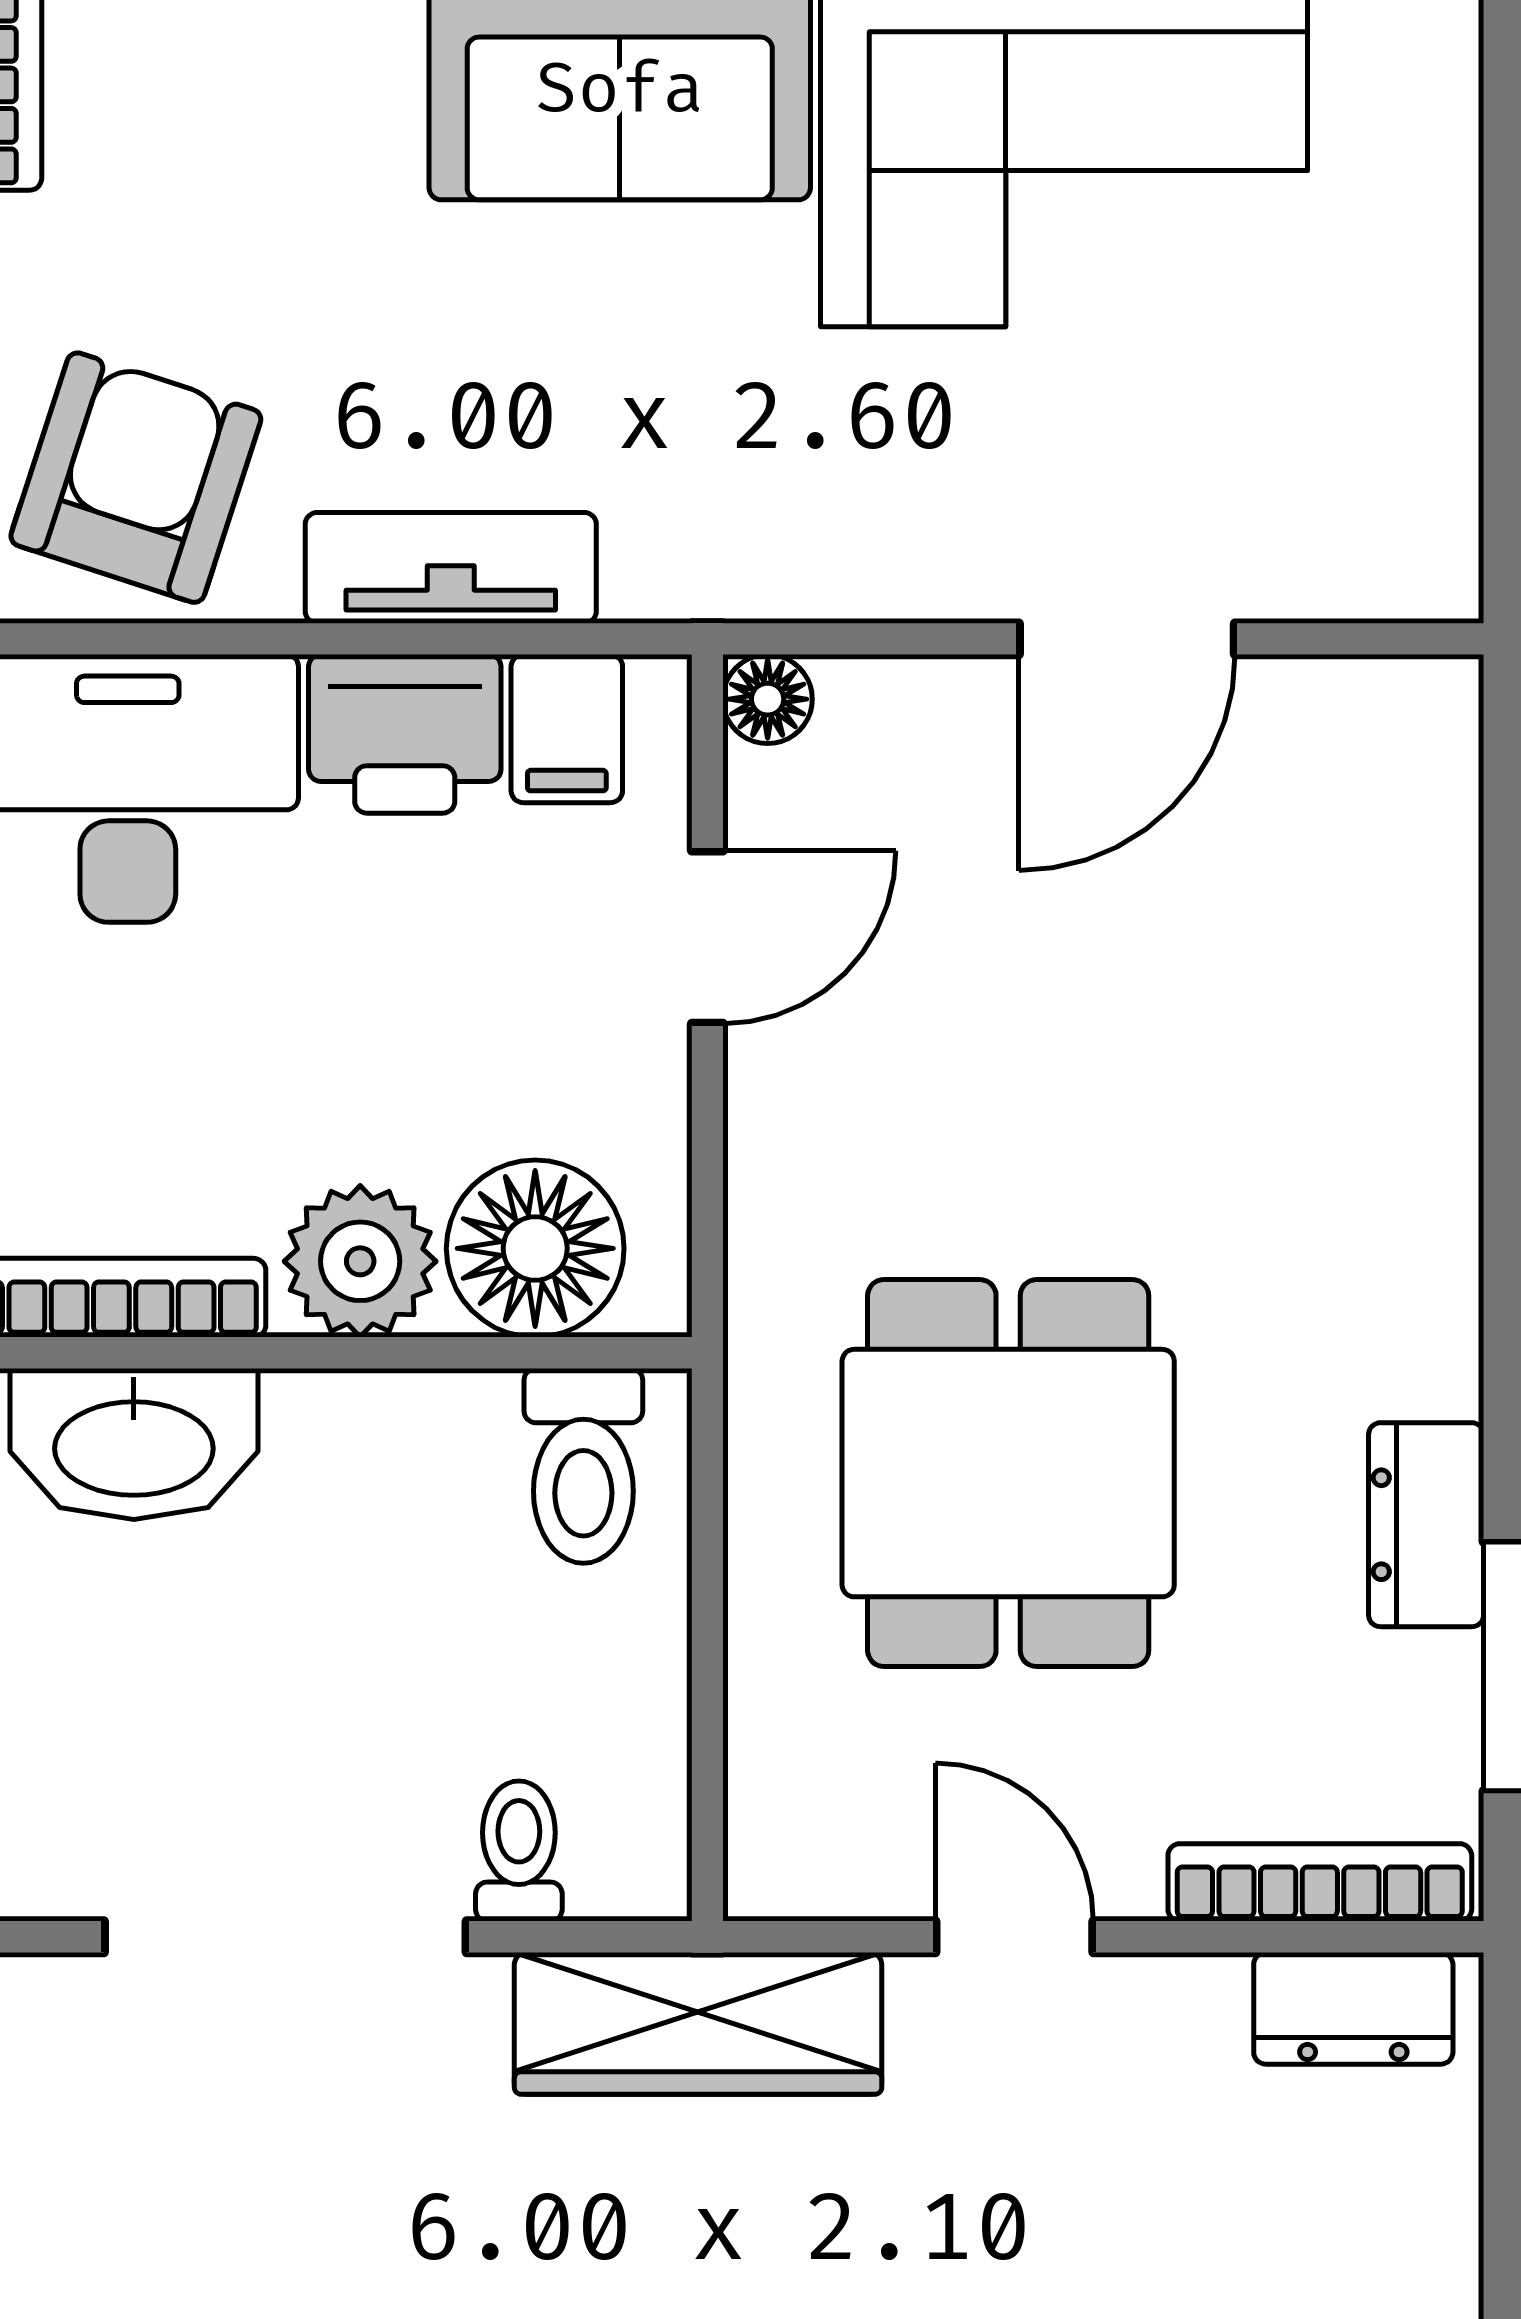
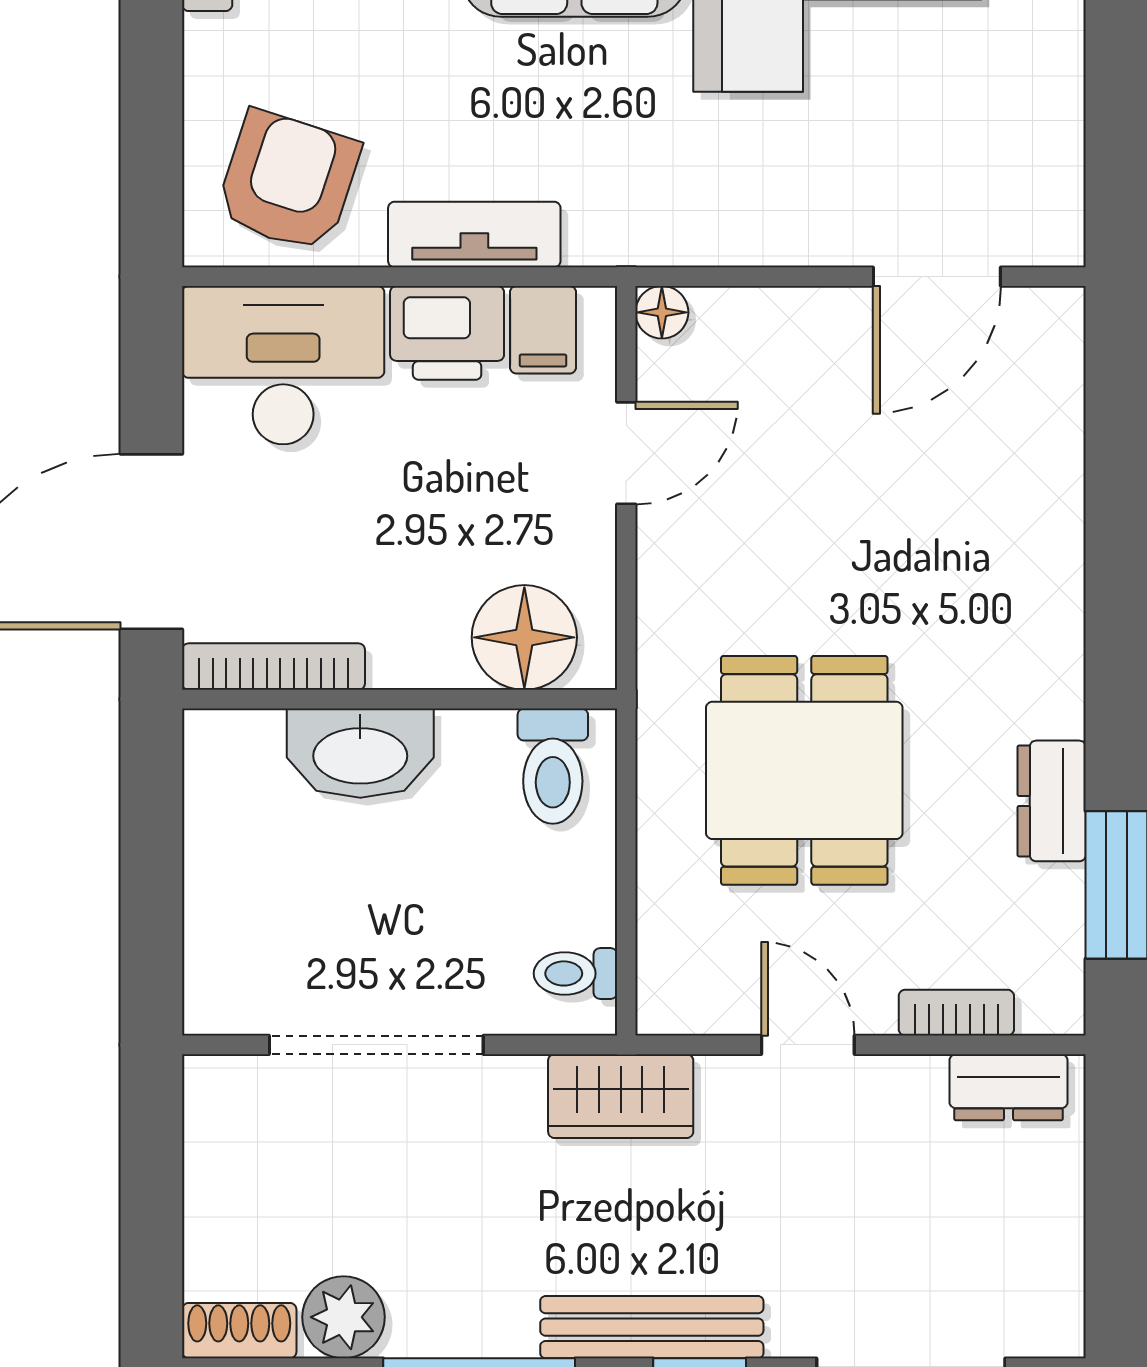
door: (1127, 639) -> (937, 277), moved
plant: (360, 1261) -> (421, 645), removed
washbasin: (134, 1444) -> (360, 753), moved
toilet: (519, 1851) -> (575, 973), moved, turned -90
bookcase: (1320, 1882) -> (956, 1013), width x0.64
wardrobe: (698, 2023) -> (621, 1096), width x0.67

